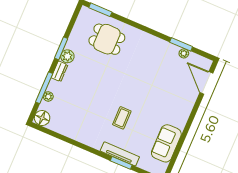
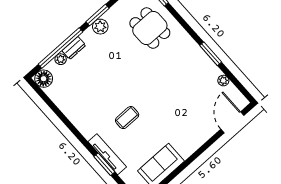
window: (181, 44) -> (211, 54), moved
dresser: (60, 71) -> (74, 48), moved
window: (44, 88) -> (60, 48), width x1.46

